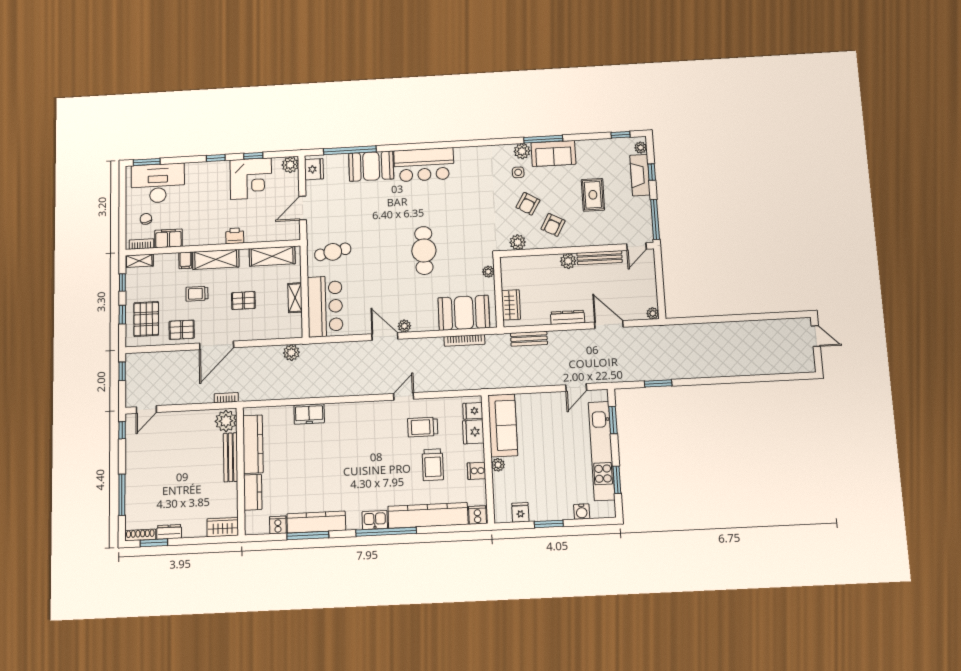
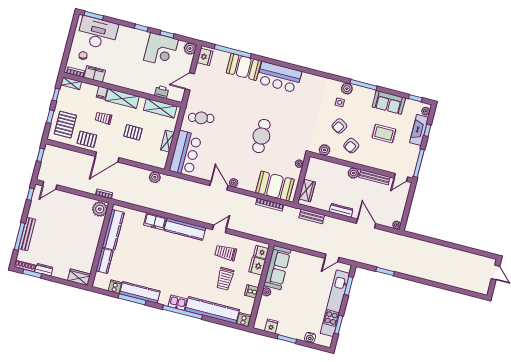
sofa: (553, 153) -> (389, 102), moved
rug: (593, 195) -> (384, 133), turned 90
printer: (235, 236) -> (162, 92), moved
kitchen counter: (355, 412) -> (185, 229), added
bench: (231, 457) -> (27, 234), moved

